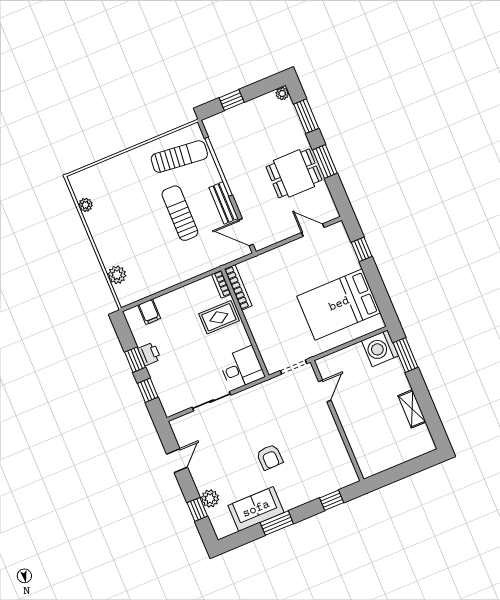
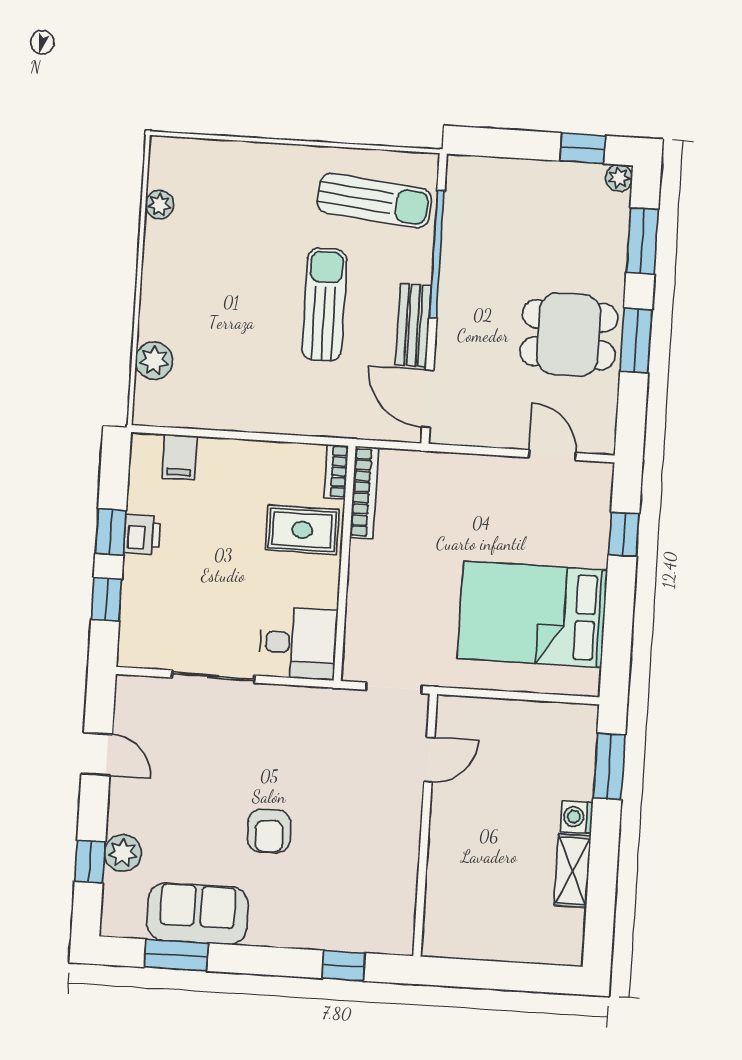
window: (232, 100) -> (583, 148), moved
washing machine: (380, 348) -> (577, 817), moved, width x0.53, depth x0.53
door: (177, 461) -> (97, 754), hinge flipped
window: (277, 523) -> (176, 955), moved

